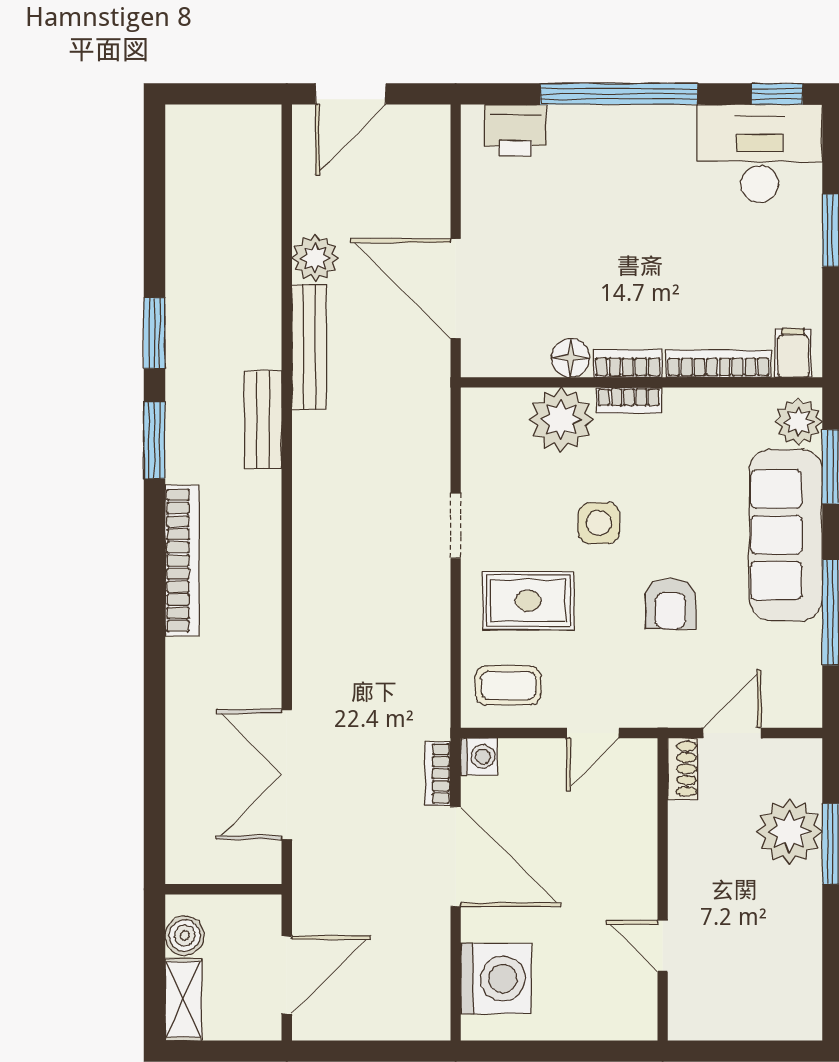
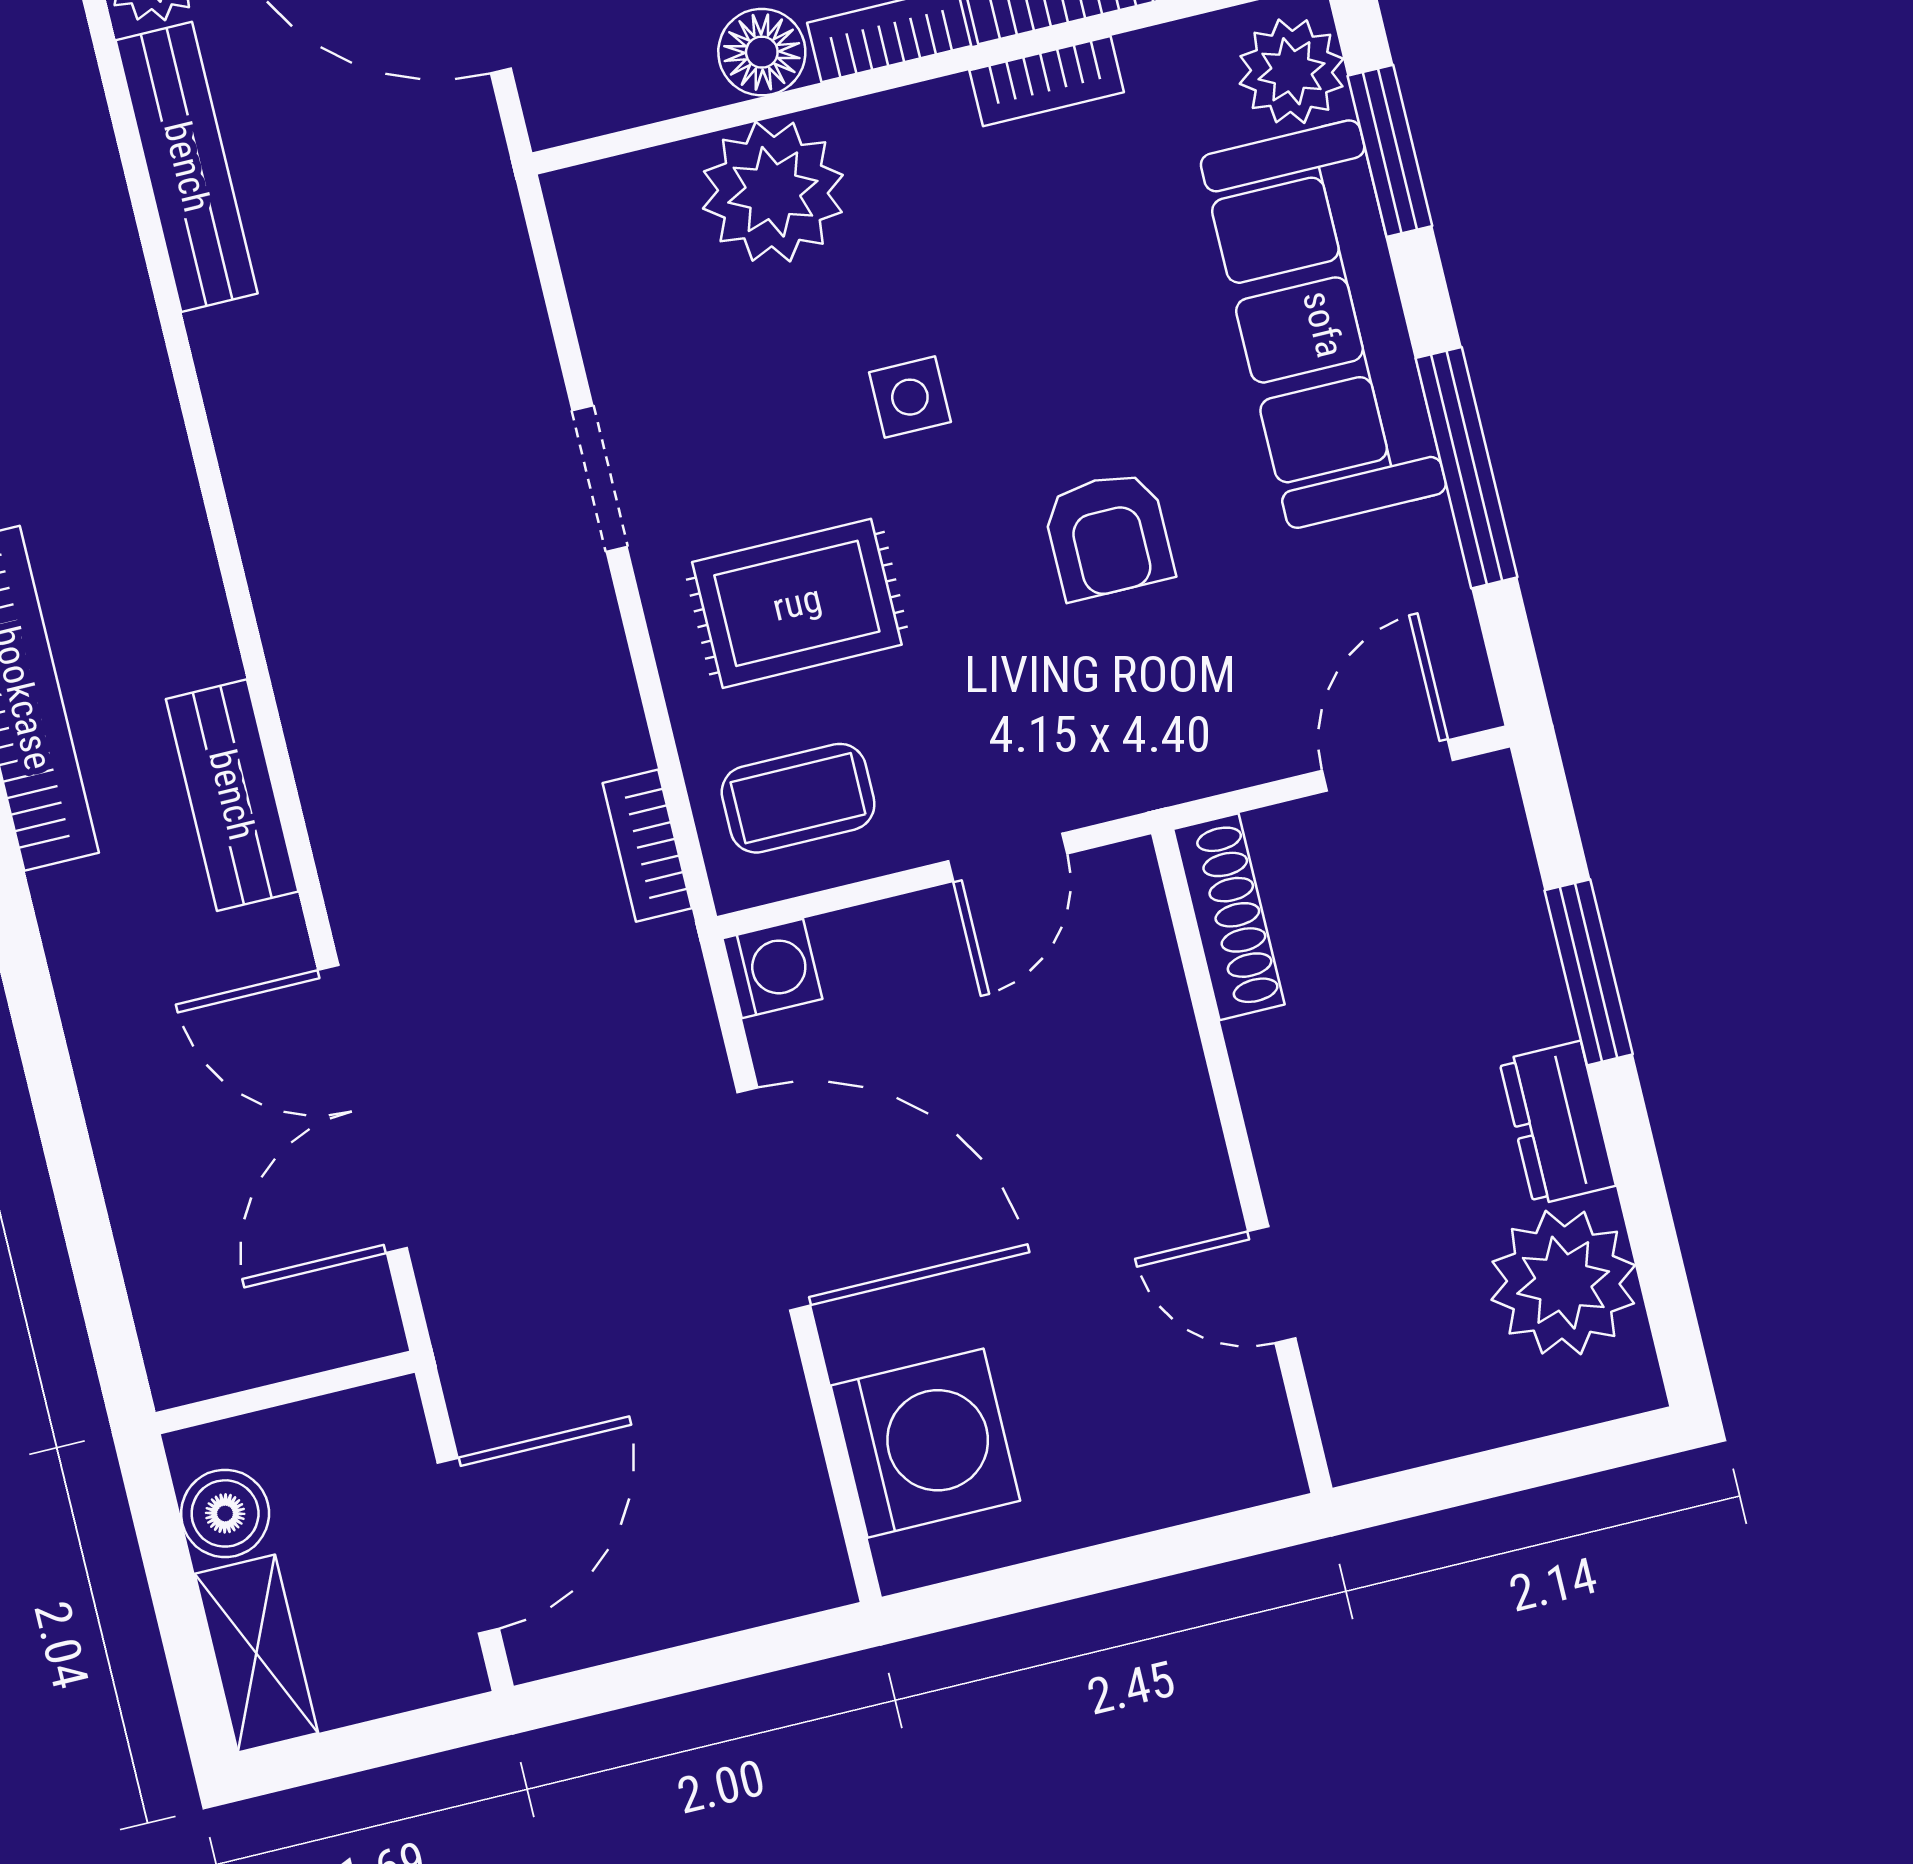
bookcase: (629, 400) -> (1047, 81), moved
bench: (263, 420) -> (232, 795), moved
side table: (599, 523) -> (910, 397), width x0.73, depth x0.73
door: (732, 733) -> (1388, 765), moved
shoe rack: (683, 769) -> (1229, 917), width x1.43
bookcase: (438, 774) -> (647, 846), moved
plant: (789, 832) -> (1563, 1283), moved
dresser: (804, 906) -> (1557, 1123), added

